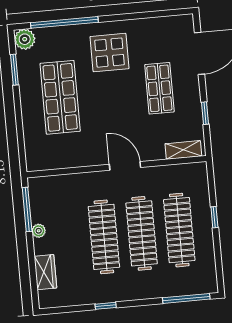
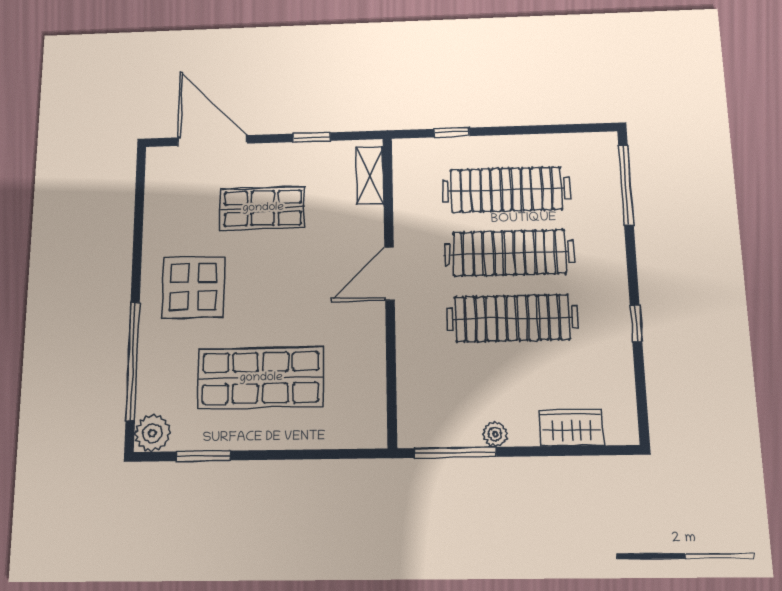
window: (214, 217) -> (452, 133), moved

